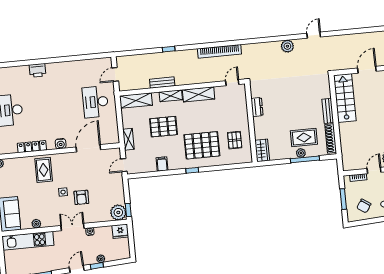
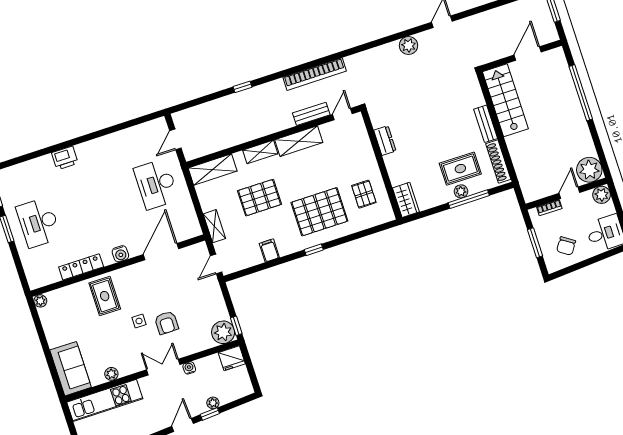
bench: (162, 83) -> (311, 114), moved

